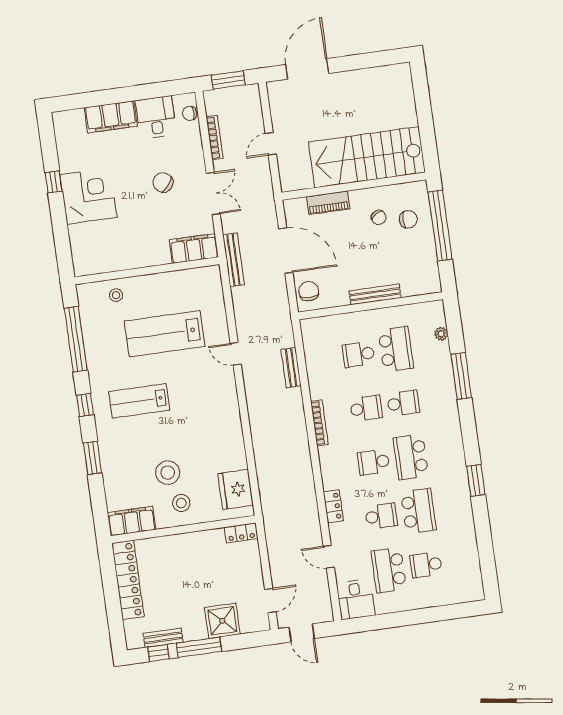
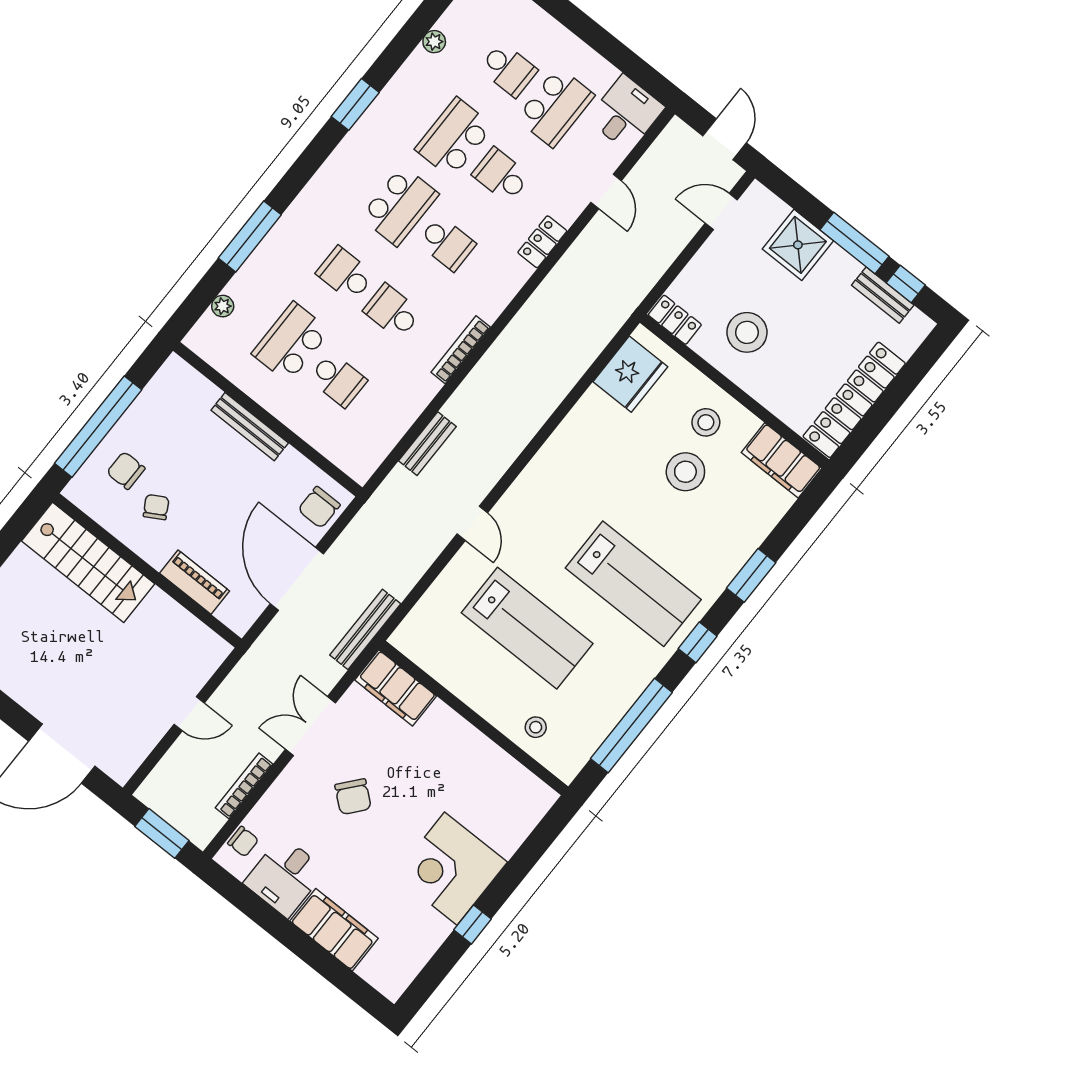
stairs: (367, 157) -> (88, 562), width x0.73, depth x0.66
lab bench: (139, 401) -> (633, 584), width x1.36, depth x1.39
plant: (470, 543) -> (434, 42), added
stool: (204, 560) -> (747, 332), added

